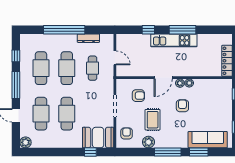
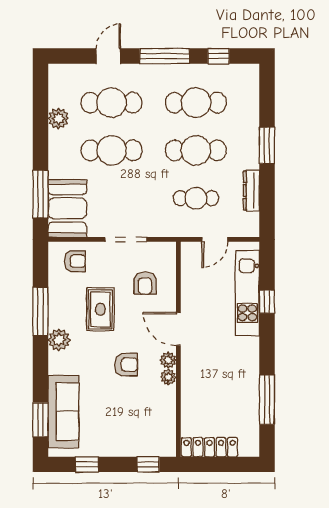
window: (64, 30) -> (267, 145), width x0.47
window: (183, 30) -> (267, 400), moved
kitchen unit: (174, 40) -> (247, 293), moved
rug: (153, 120) -> (100, 309), turned 90
plant: (26, 142) -> (58, 118), moved
plant: (148, 142) -> (59, 340), moved
window: (90, 152) -> (40, 194), width x2.17
window: (168, 152) -> (40, 311), moved
window: (199, 152) -> (40, 420), moved

